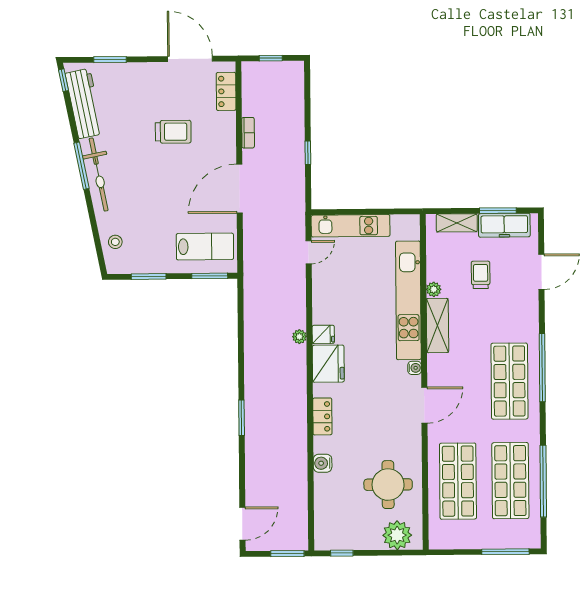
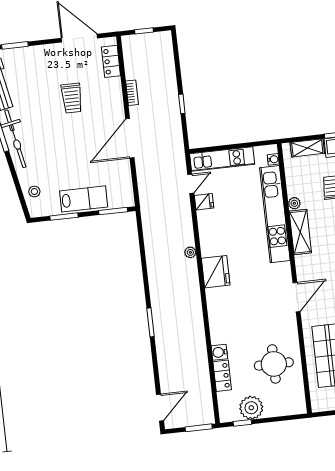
trolley: (173, 132) -> (72, 98), turned 90
lab bench: (205, 247) -> (84, 199), moved
fridge: (323, 334) -> (204, 202), moved
water cooler: (415, 368) -> (273, 159), moved
locker: (322, 416) -> (222, 376), moved
plant: (397, 535) -> (251, 408), moved

